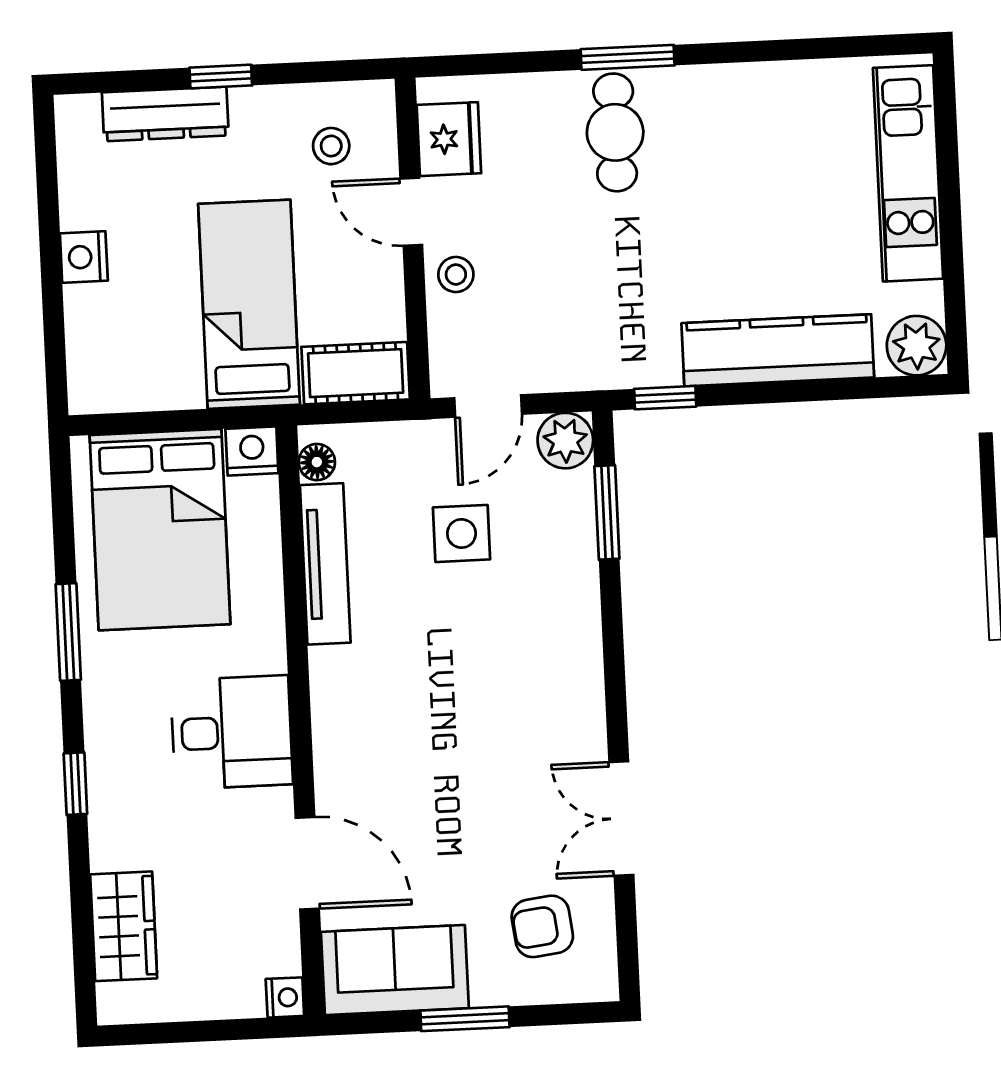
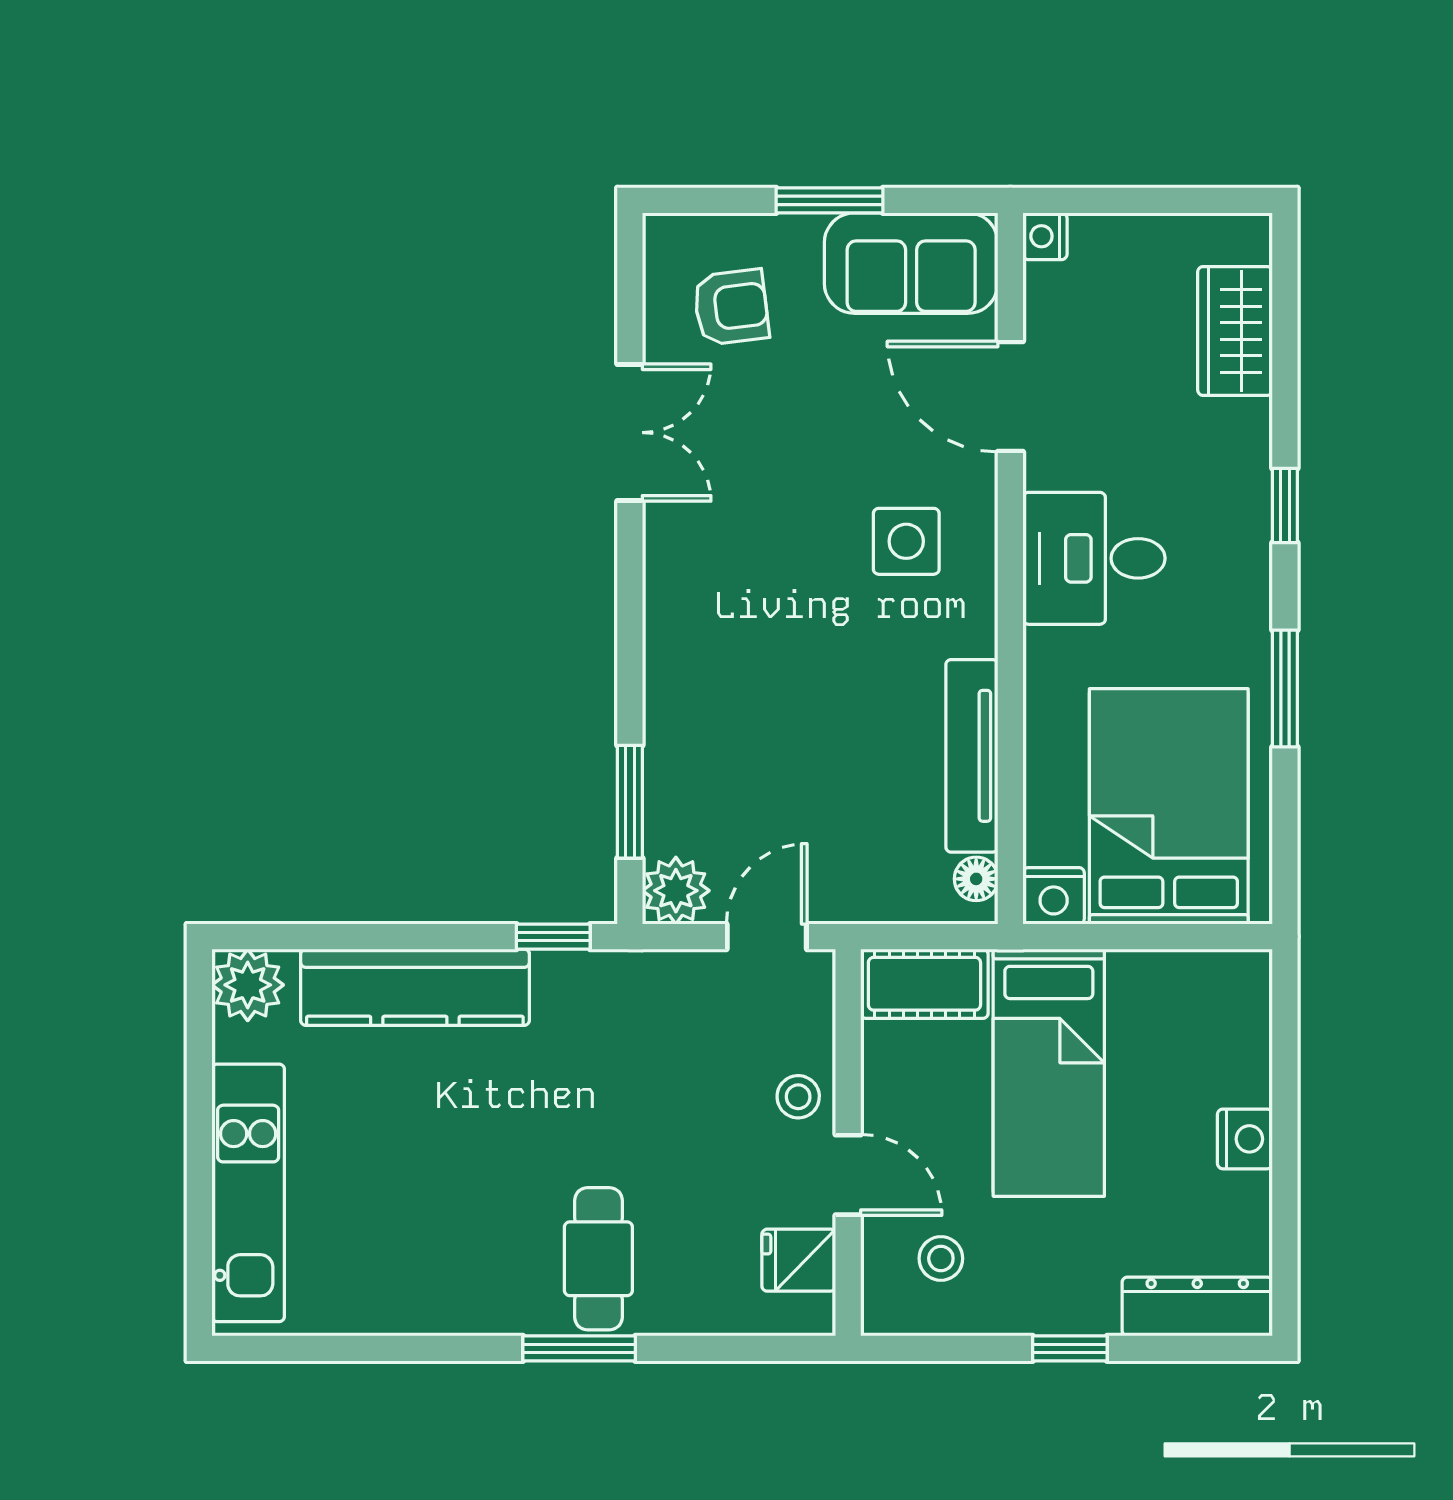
dresser: (165, 114) -> (1197, 1306), moved
fridge: (449, 139) -> (799, 1260), width x0.72
side table: (461, 533) -> (906, 541), moved

